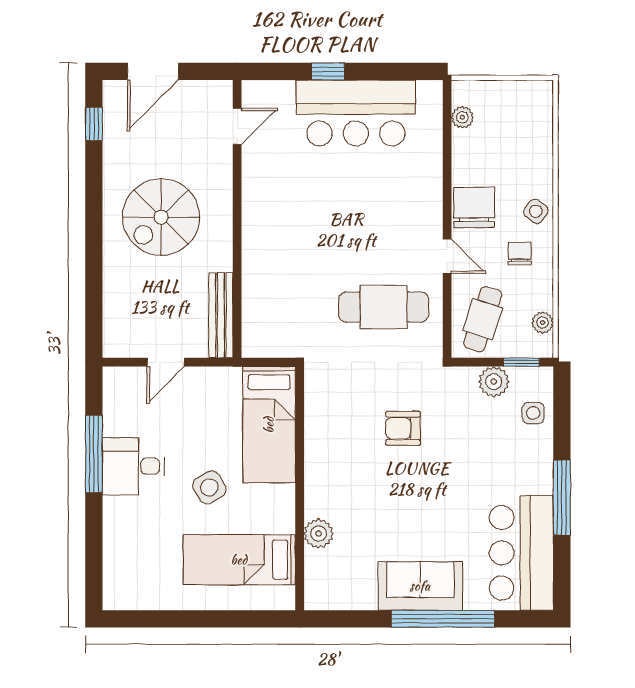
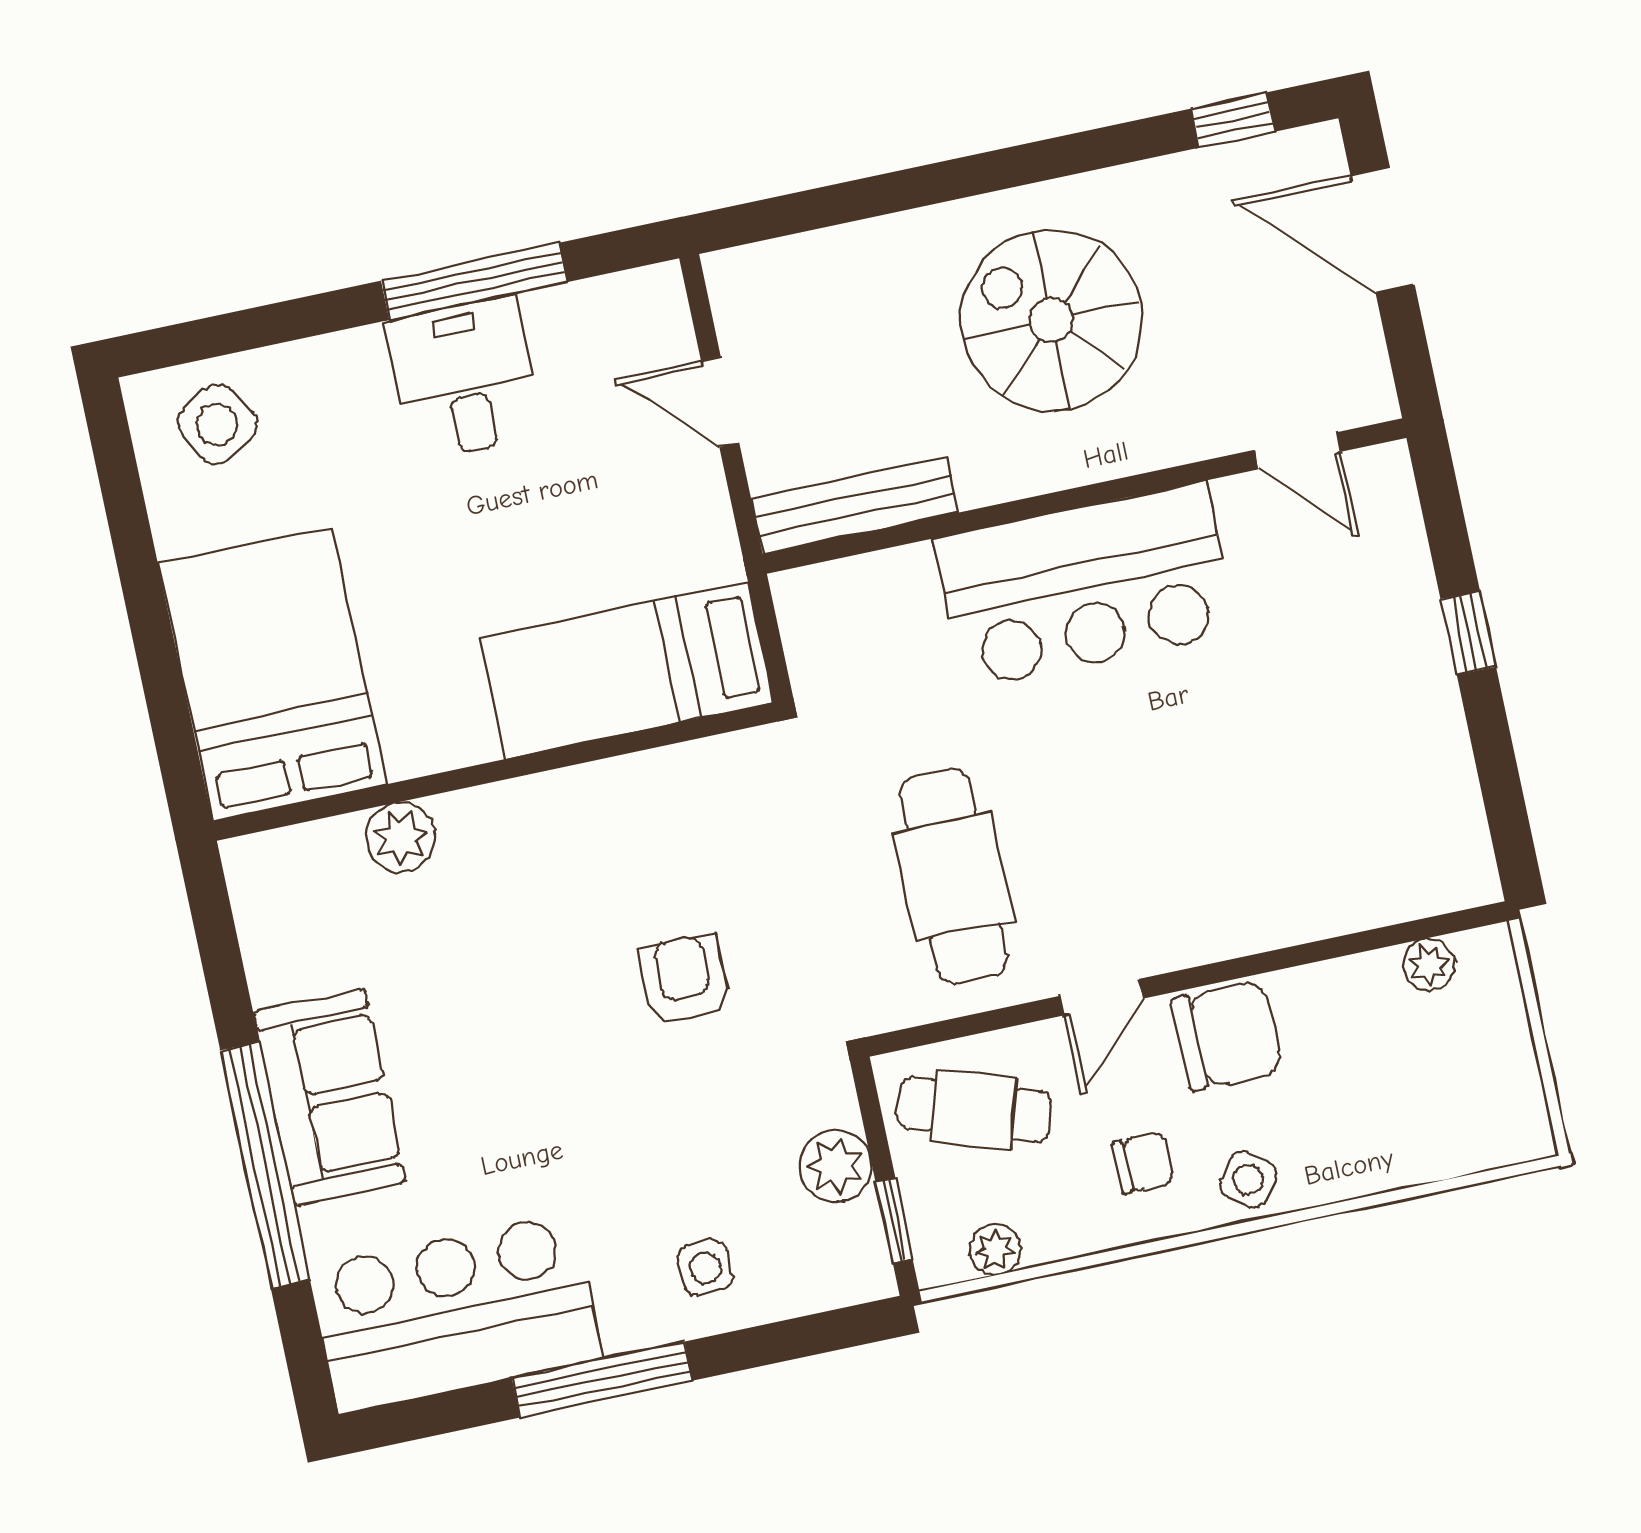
bar counter: (356, 113) -> (1085, 586), moved, turned -90
side table: (533, 413) -> (705, 1268), moved
side table: (209, 487) -> (217, 424), moved
bed: (239, 560) -> (273, 674), width x1.50

